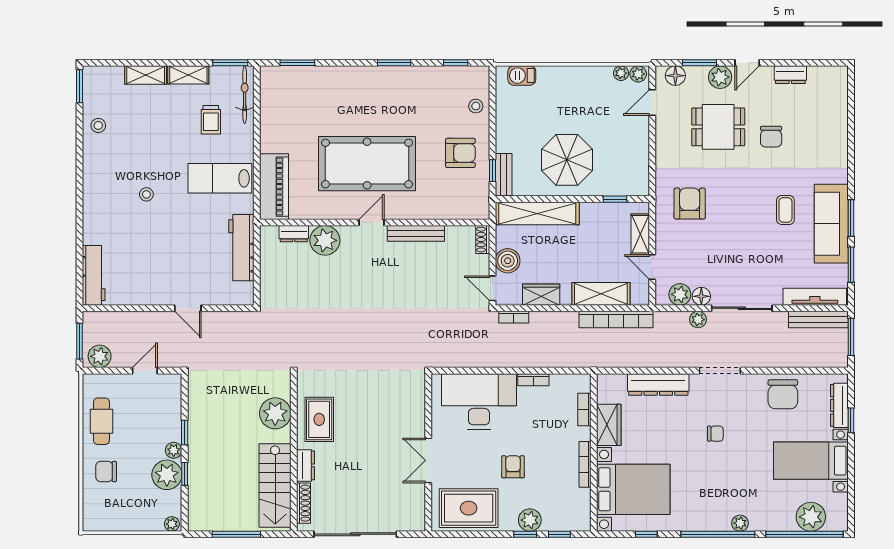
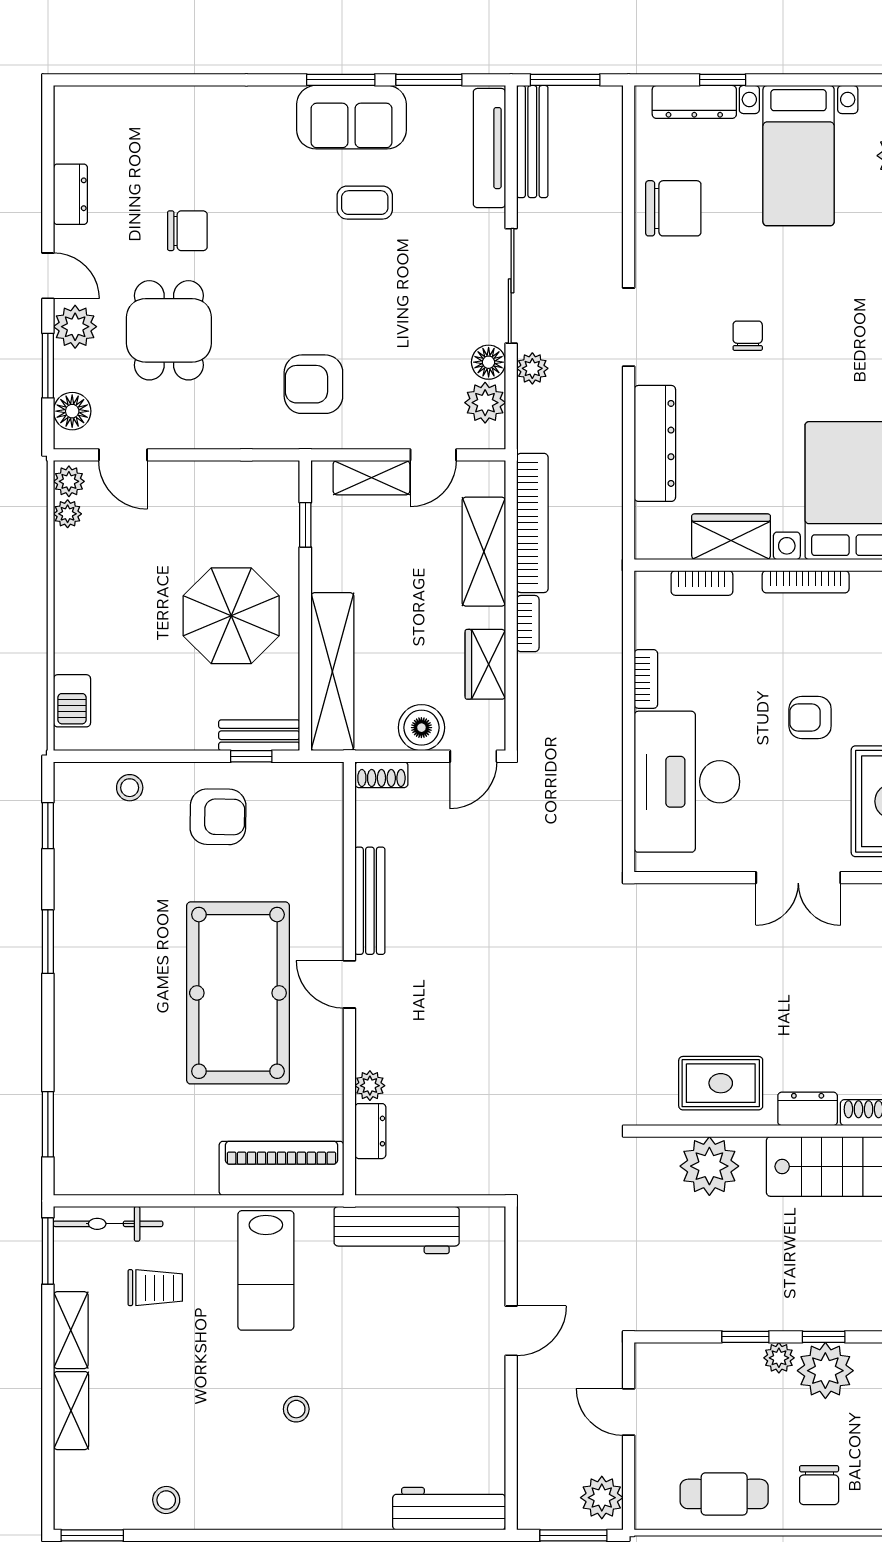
armchair: (460, 153) -> (218, 817), turned 91
coffee table: (785, 210) -> (365, 203), moved
sofa: (831, 224) -> (351, 117), width x0.73
plant: (325, 240) -> (370, 1086), width x0.53, depth x0.53
bookcase: (514, 317) -> (528, 624), moved

